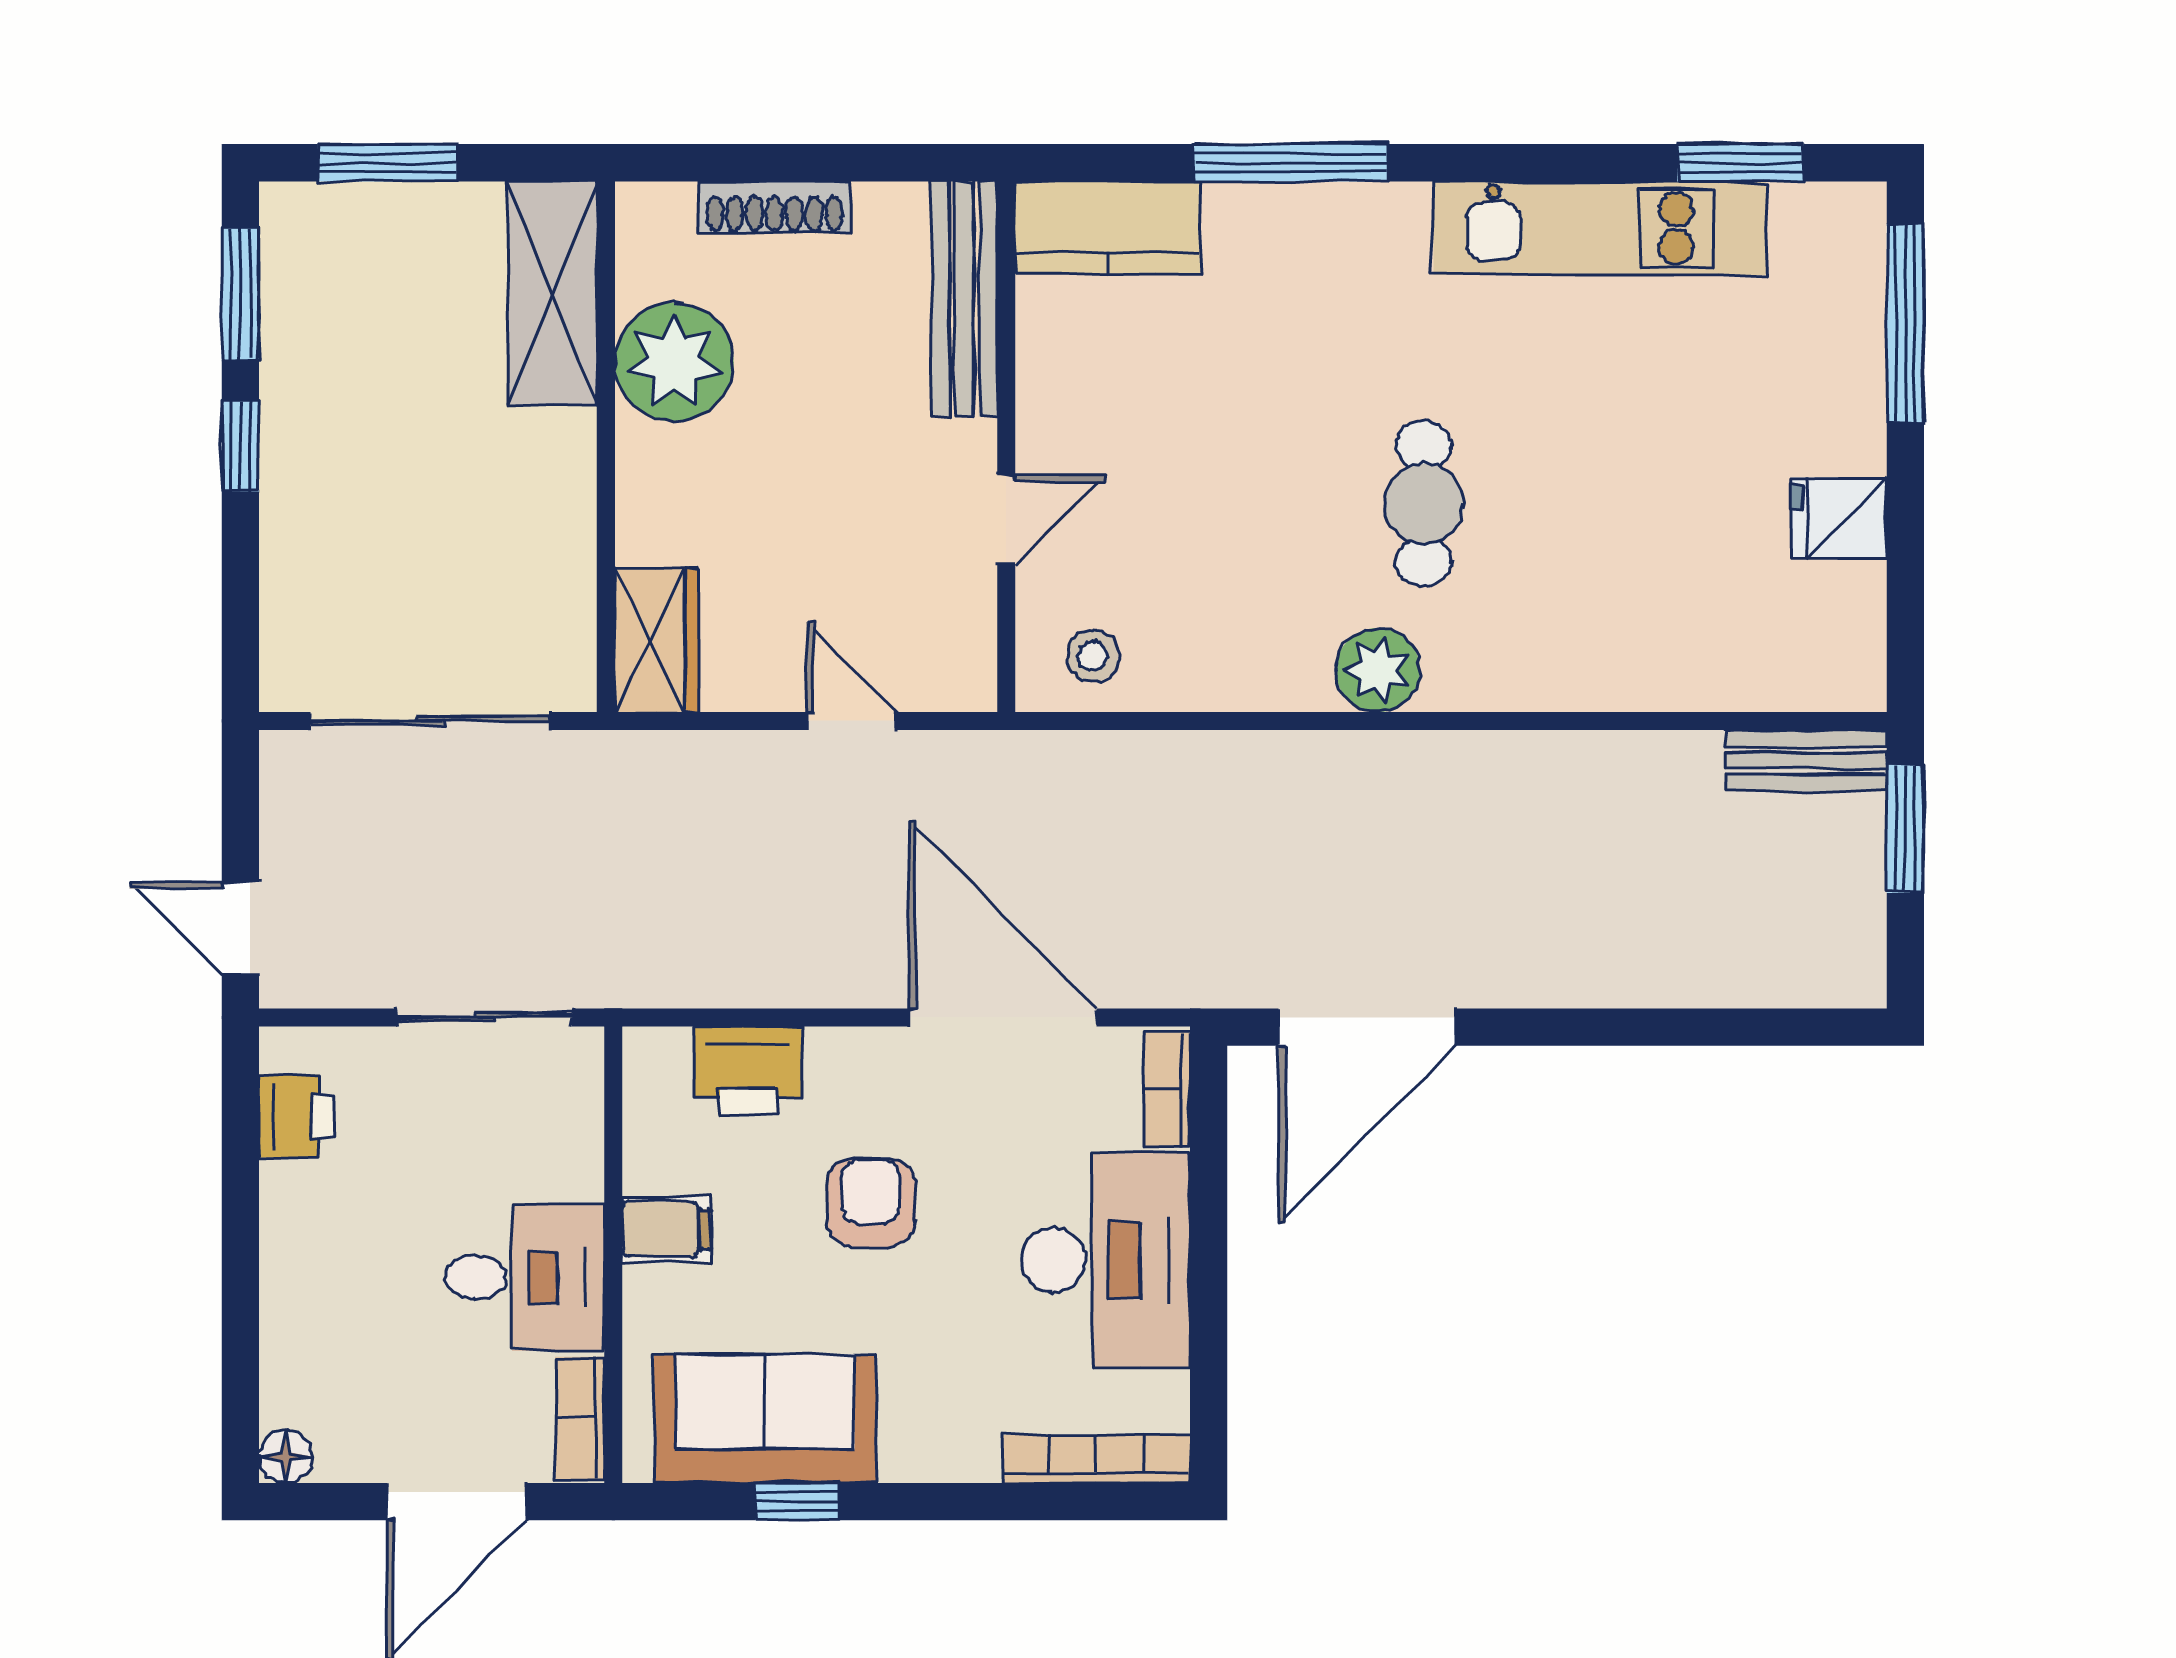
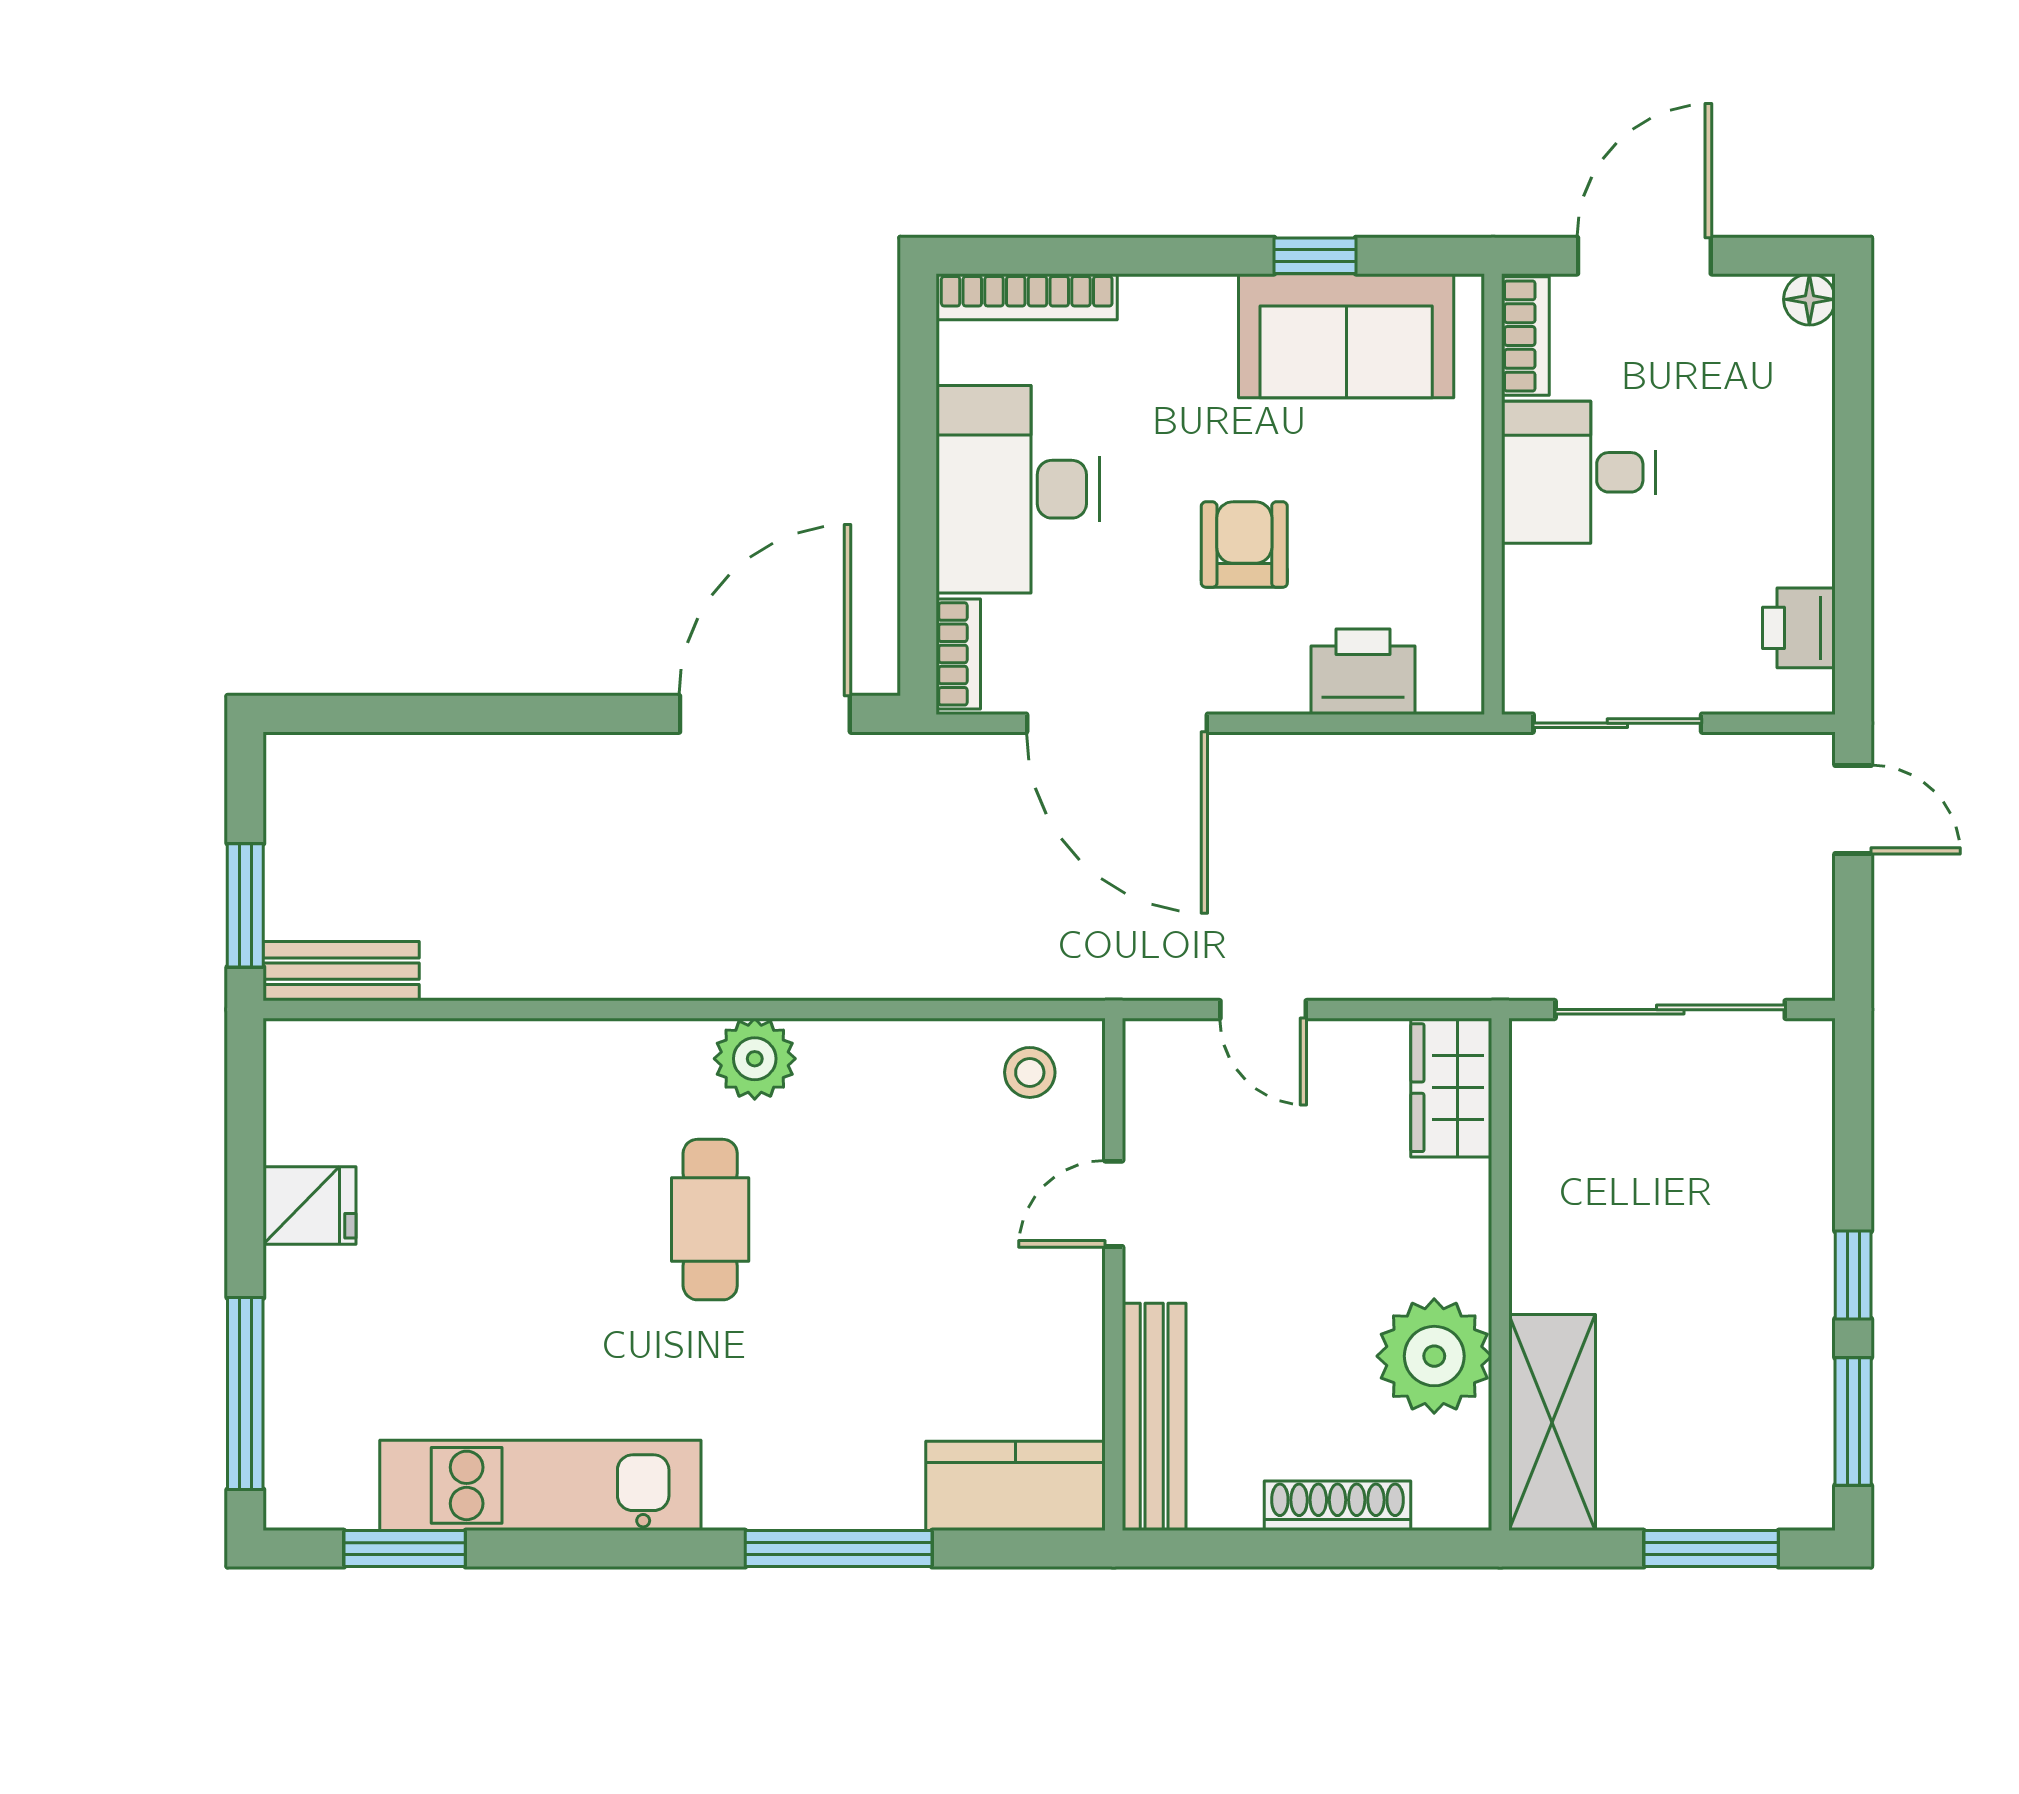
armchair: (871, 1202) -> (1244, 545), turned 180
filing cabinet: (666, 1229) -> (1442, 519), removed

